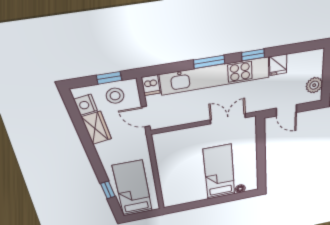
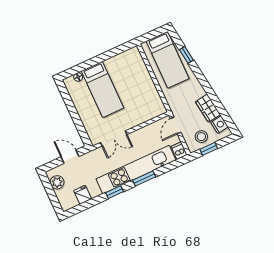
fridge: (278, 65) -> (83, 195), moved
door: (146, 117) -> (176, 125), swing flipped

